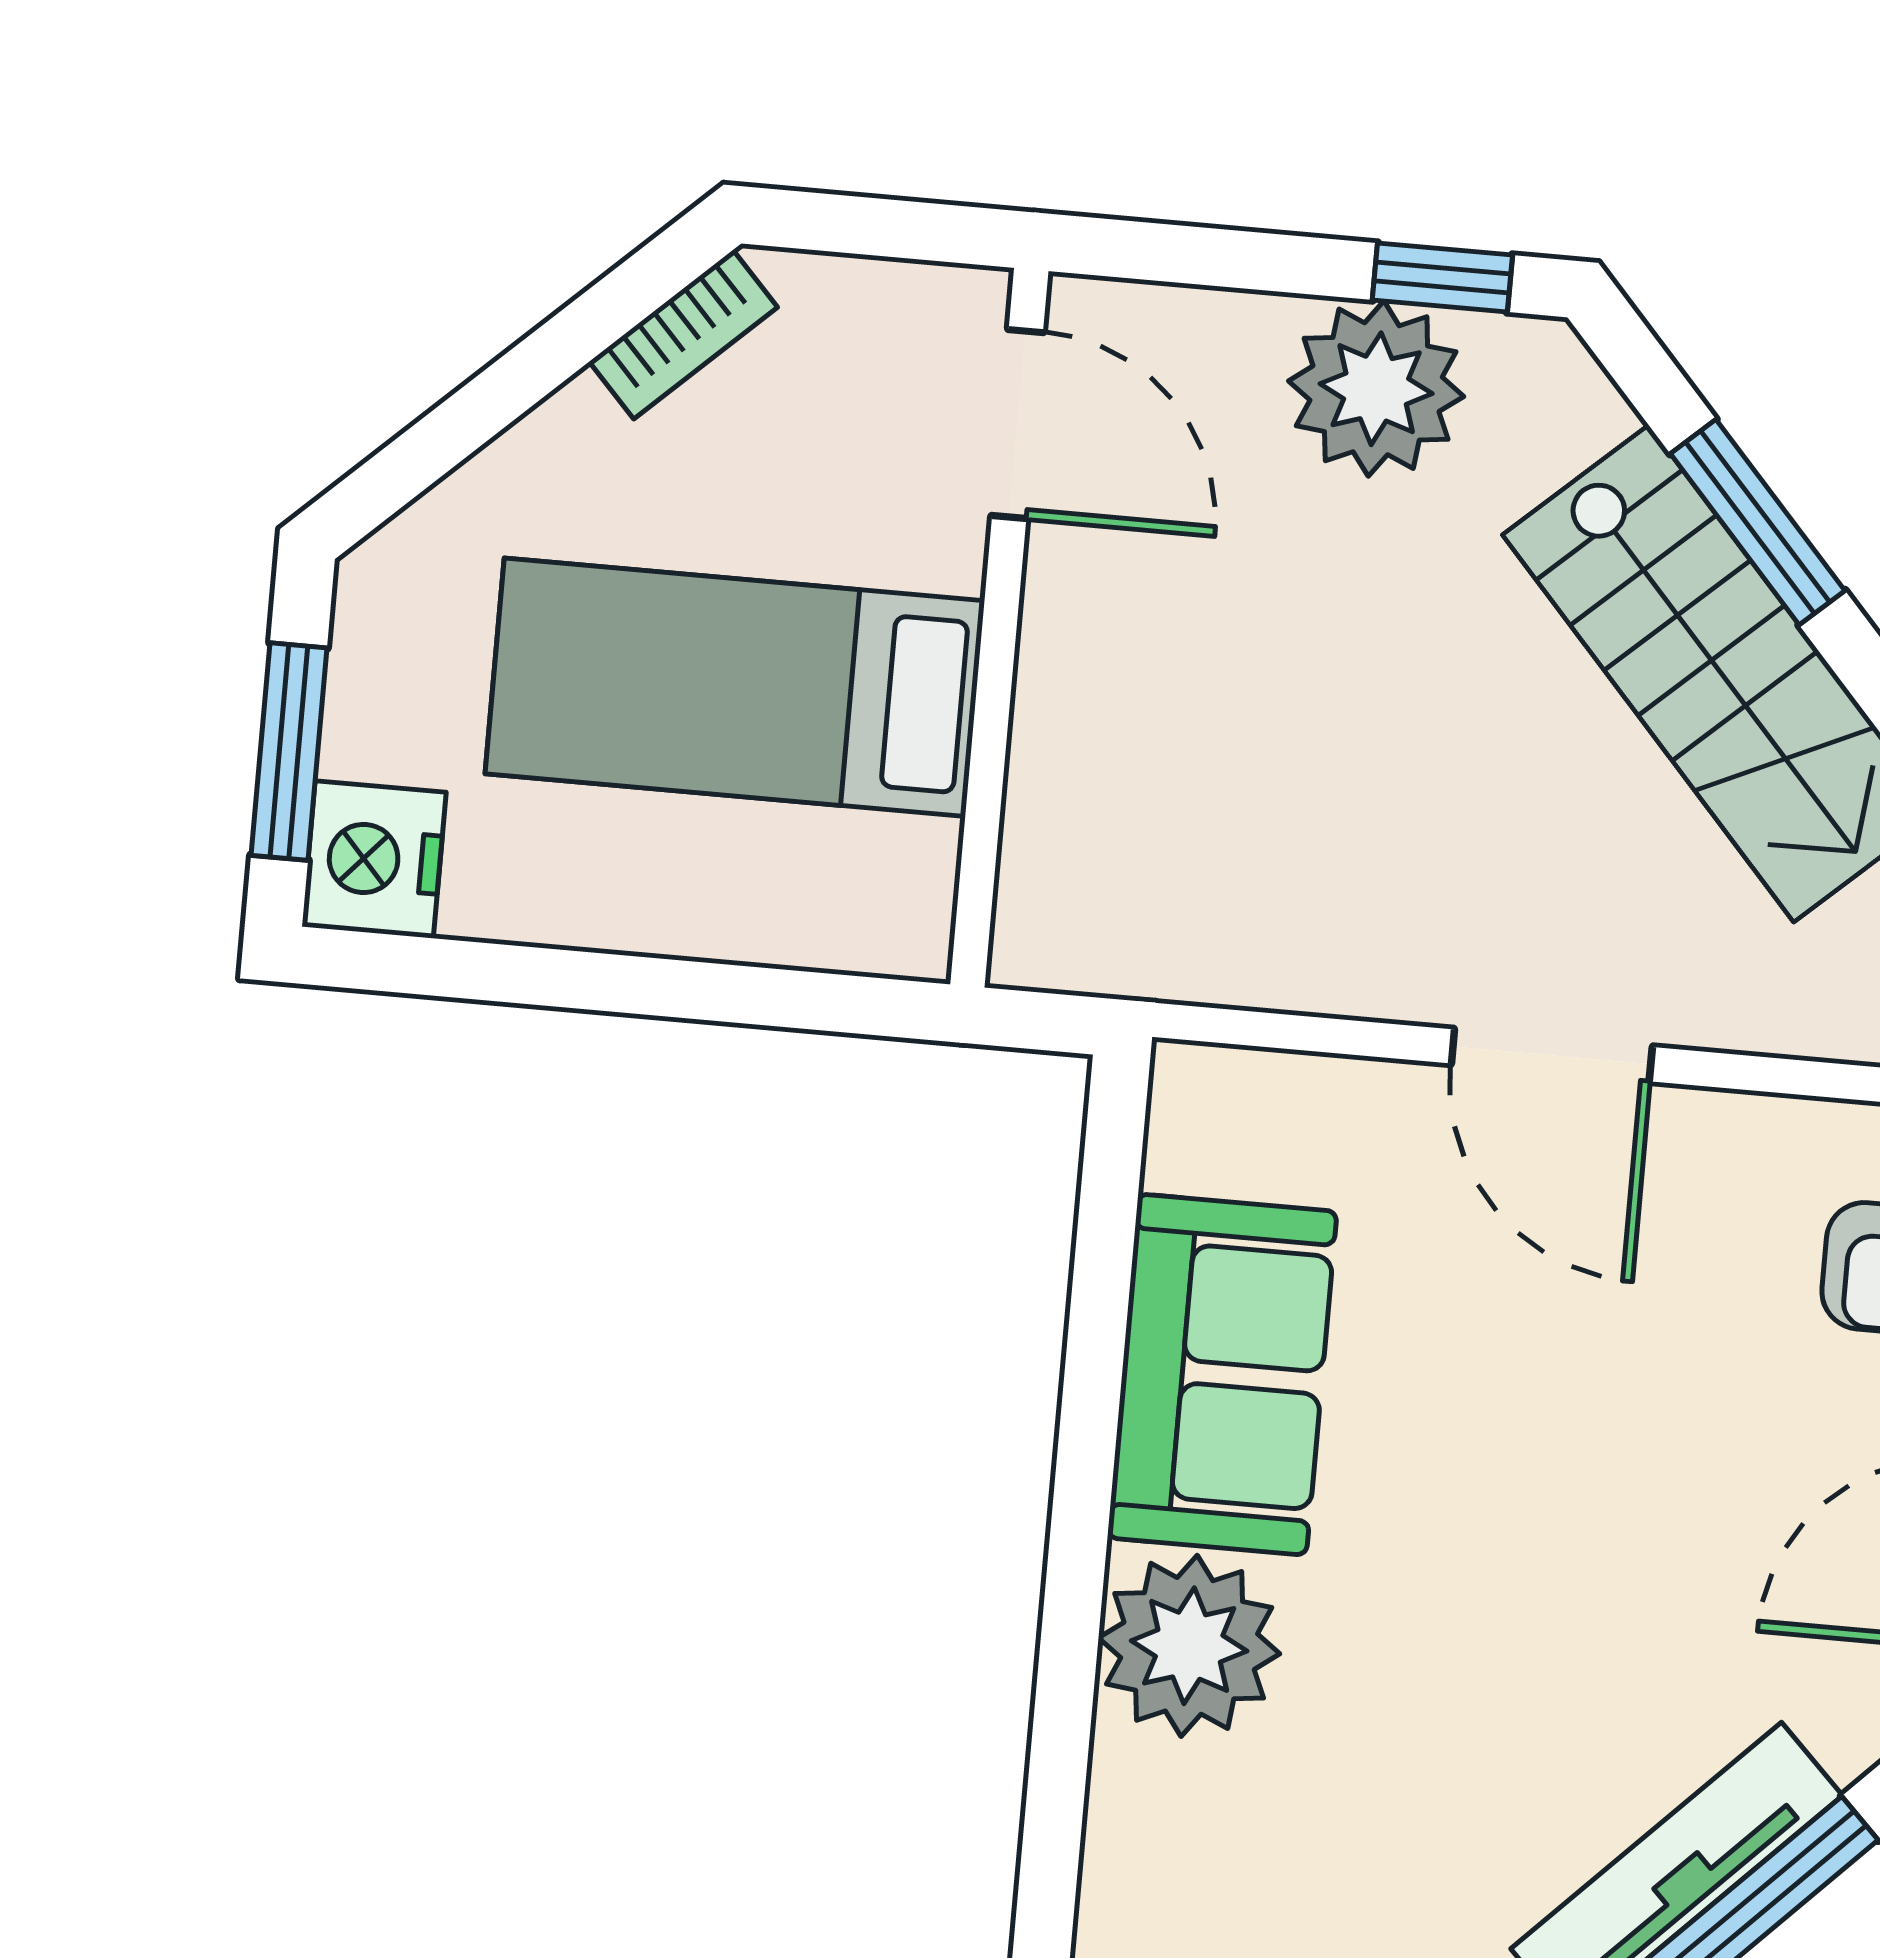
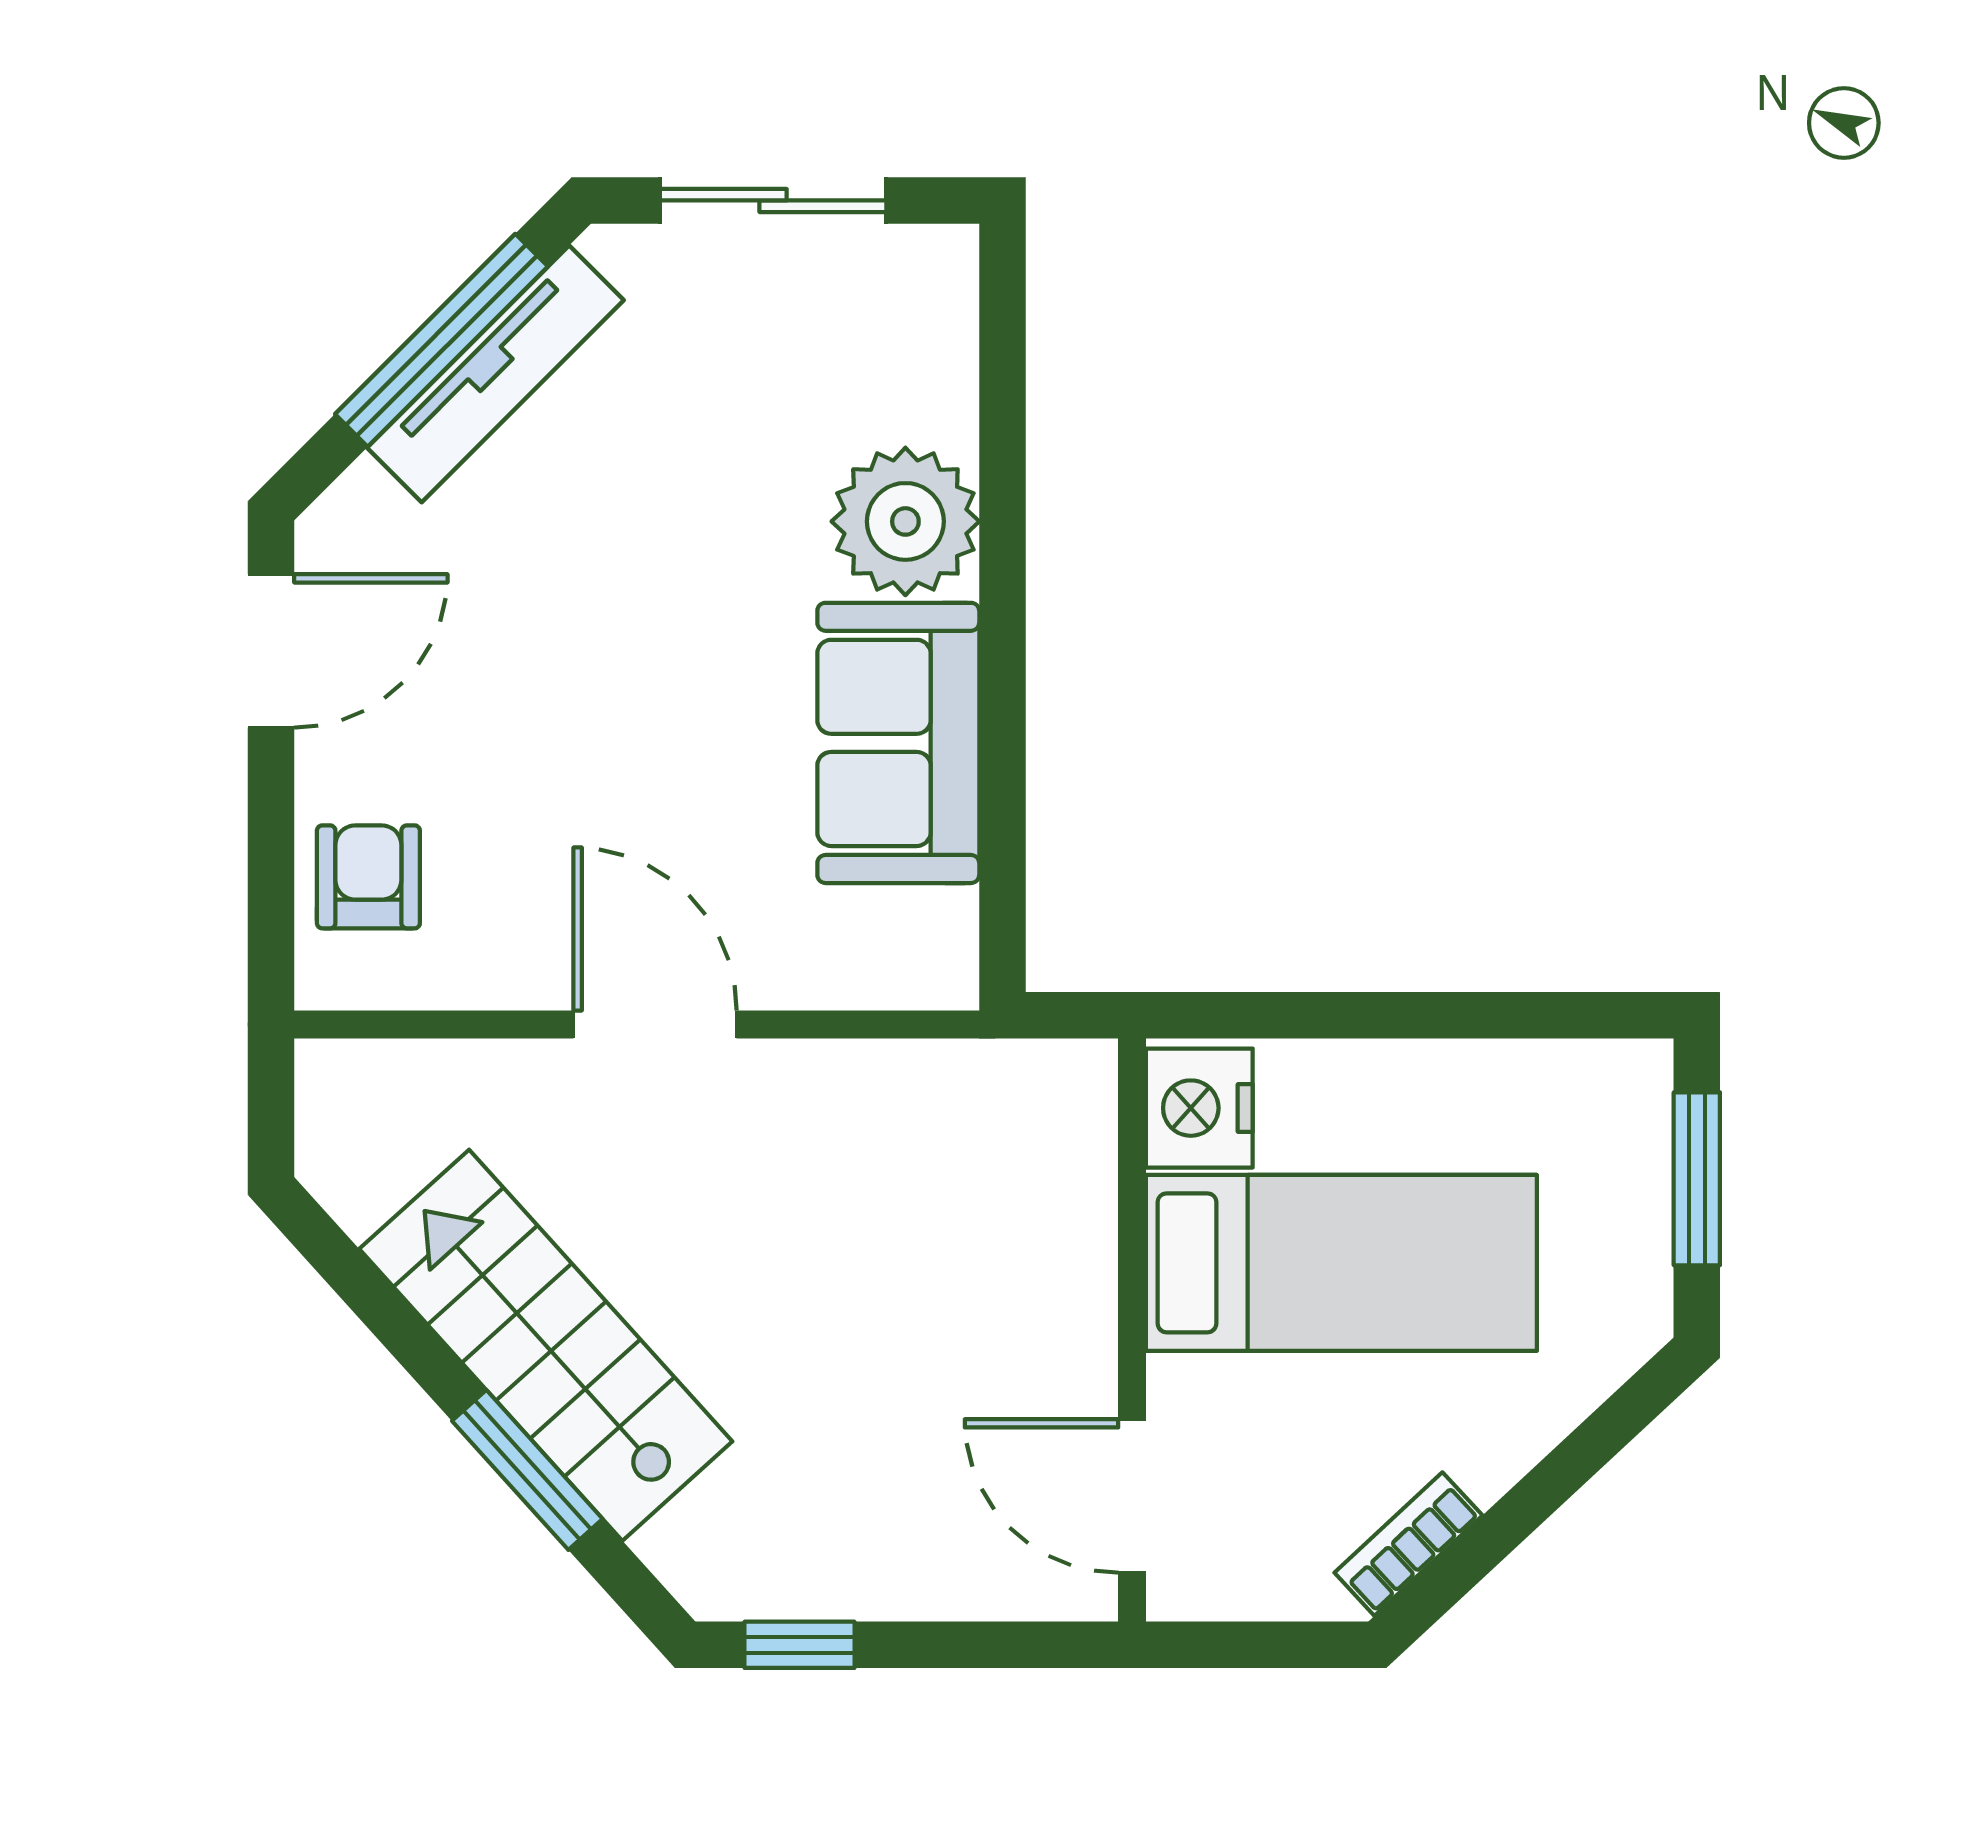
plant: (1376, 389) -> (845, 1550), removed
nightstand: (374, 859) -> (1199, 1108), moved, turned 180

